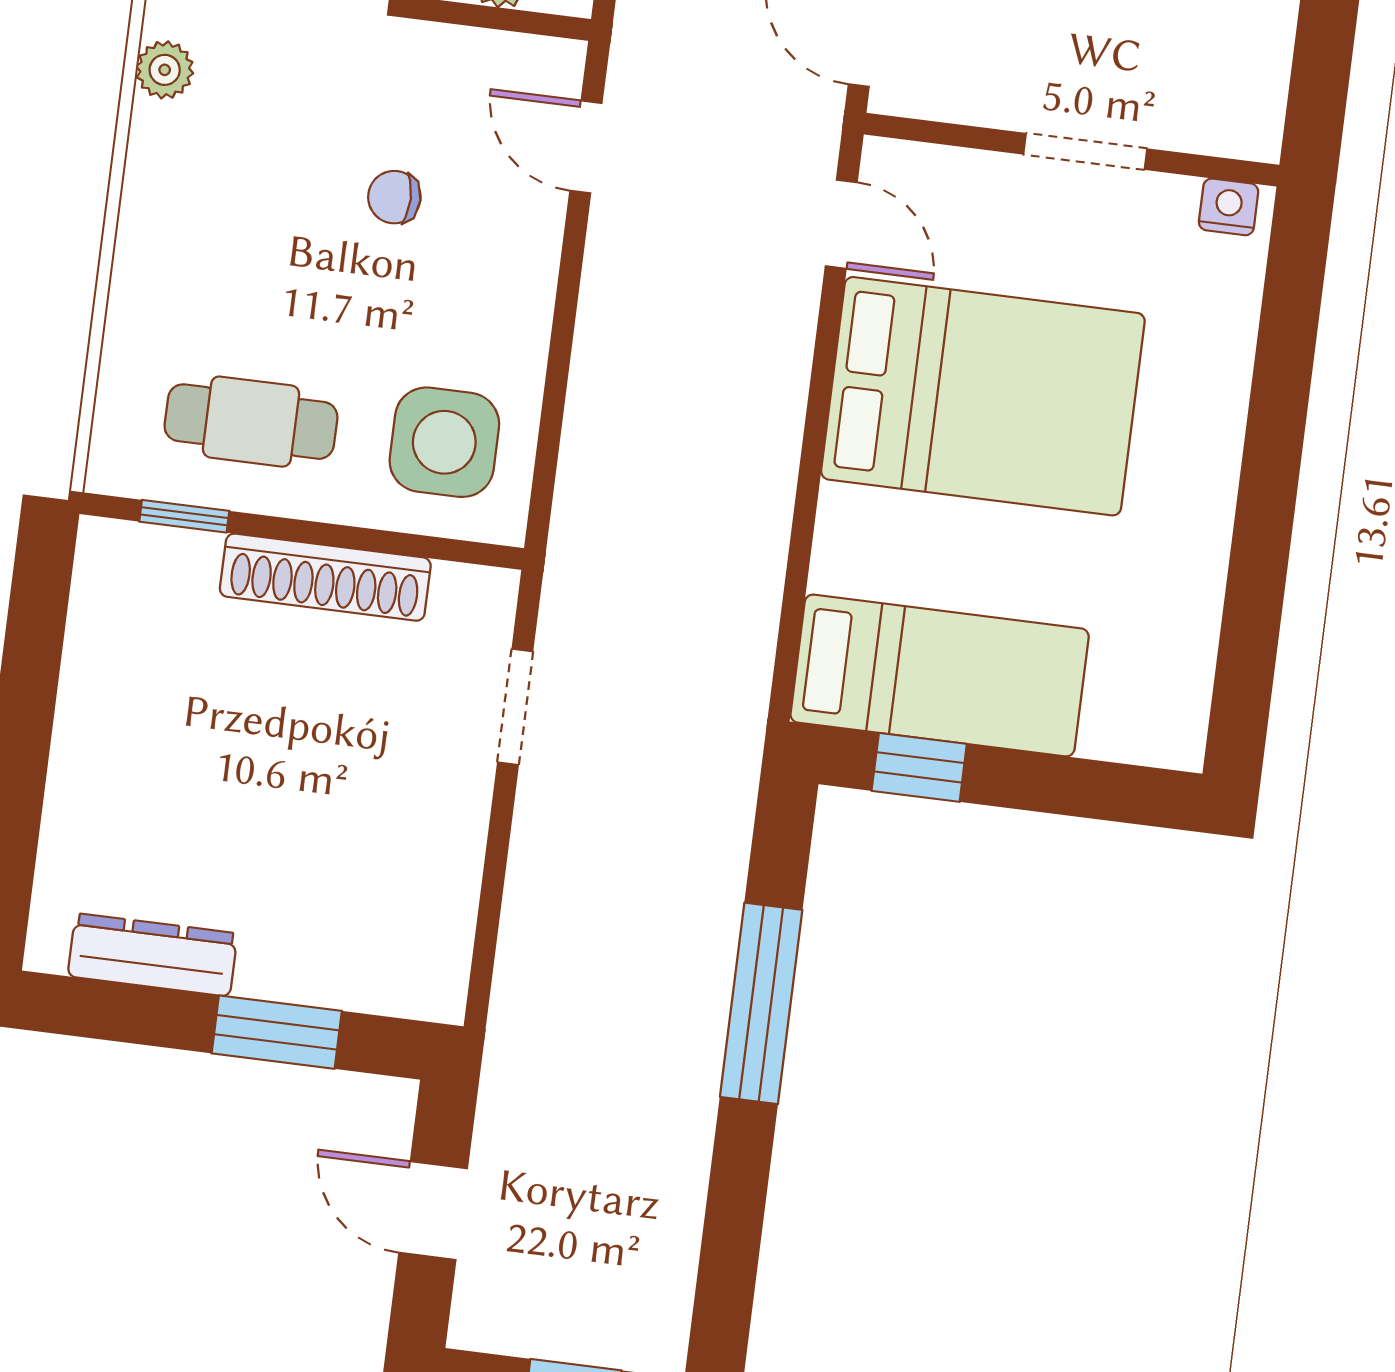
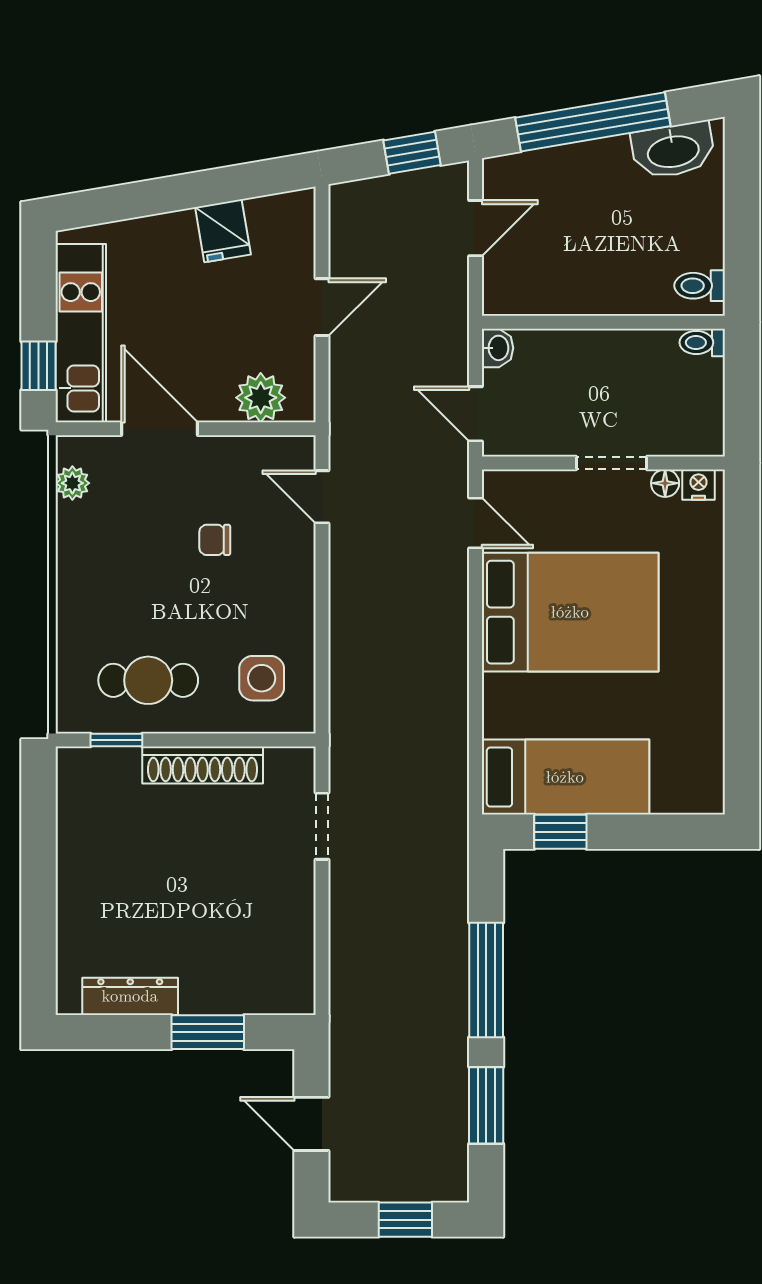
floor lamp: (1172, 197) -> (665, 483), added
side table: (444, 442) -> (262, 678), width x0.73, depth x0.73
window: (734, 1216) -> (486, 1105), added

